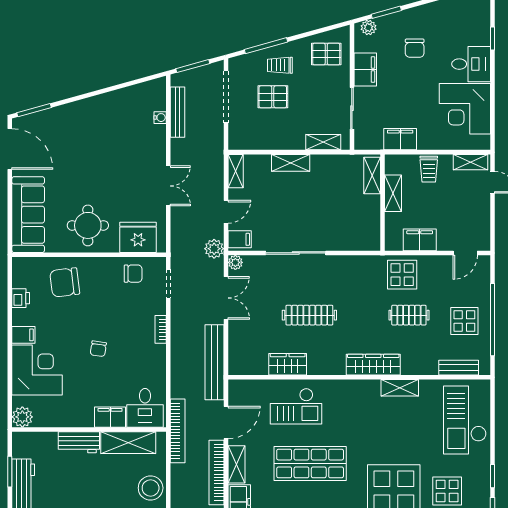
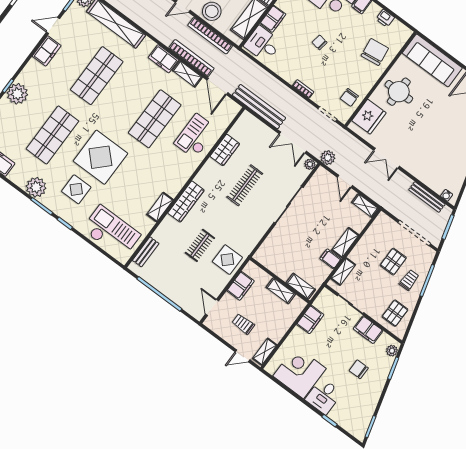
water cooler: (160, 118) -> (447, 195), moved
trolley: (429, 169) -> (243, 324), moved
filing cabinet: (240, 239) -> (330, 259), moved, turned 90
display table: (464, 321) -> (171, 276), removed
bookcase: (178, 431) -> (210, 36), moved

